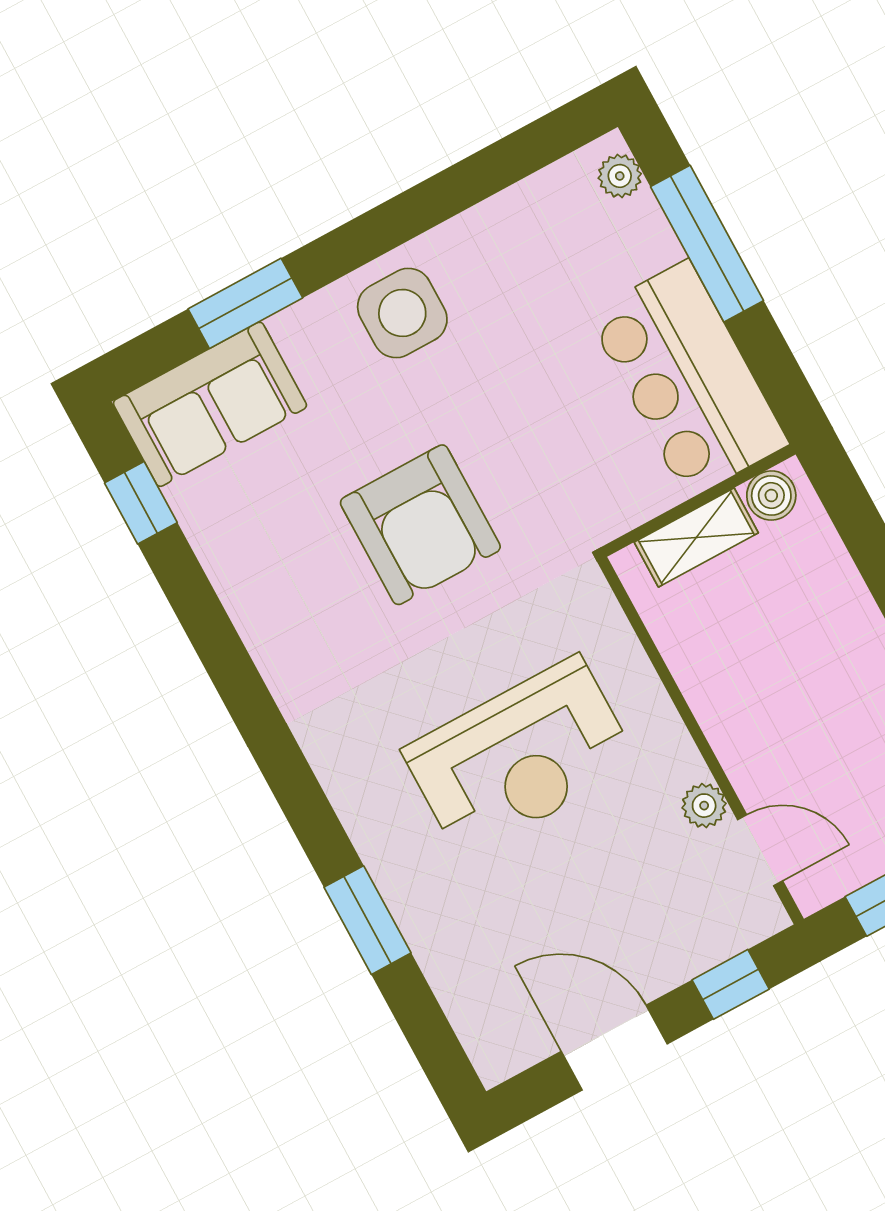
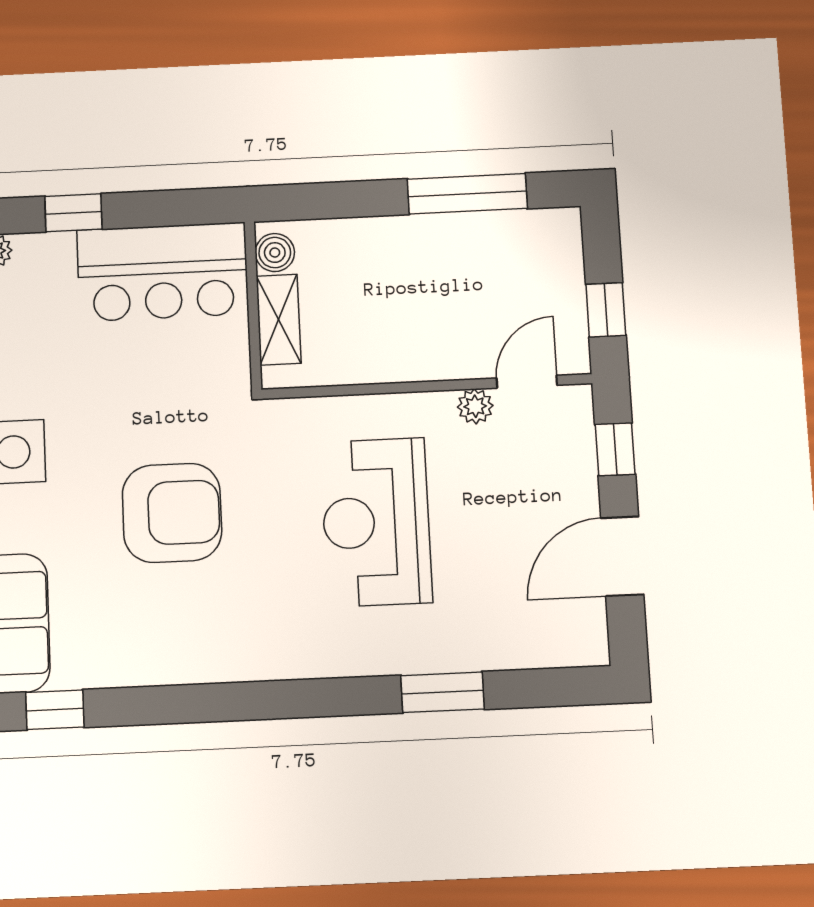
window: (707, 244) -> (73, 213), width x0.46
reception desk: (520, 757) -> (376, 522), turned 180

